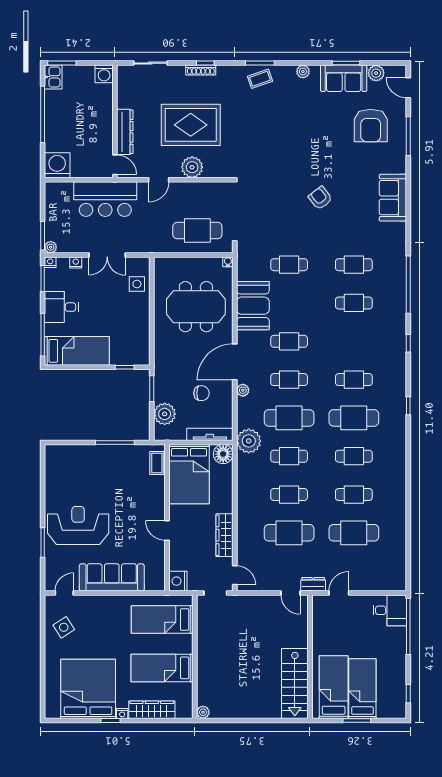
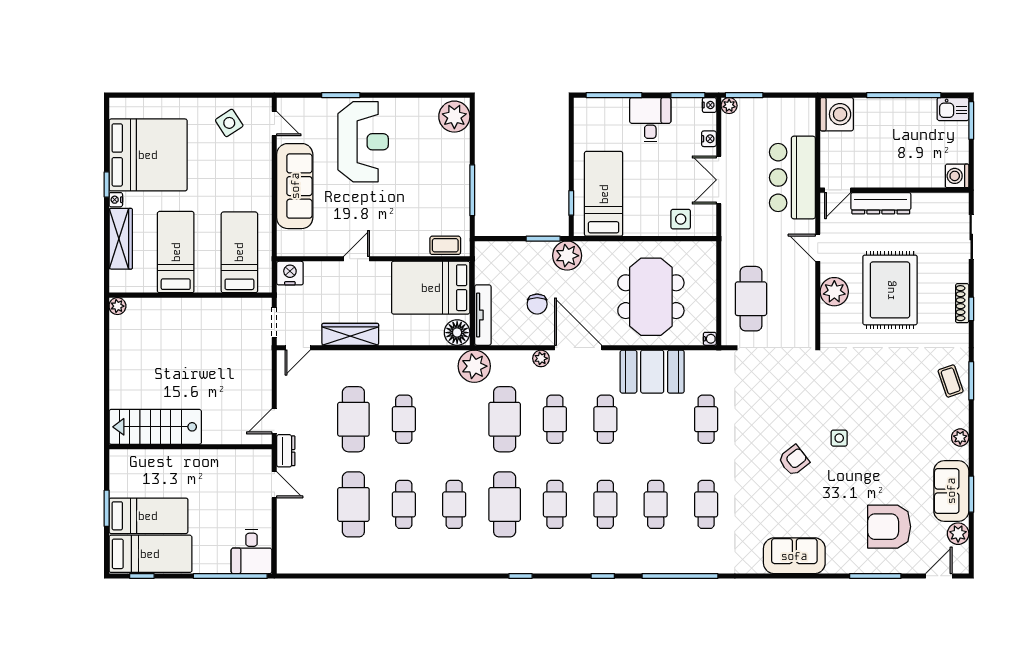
side table: (303, 163) -> (839, 438), added
bed: (77, 351) -> (604, 194), moved, turned 180
plant: (165, 414) -> (567, 256), moved
plant: (59, 456) -> (454, 117), added
cafe table: (289, 456) -> (605, 504), moved
bed: (334, 687) -> (150, 554), moved

